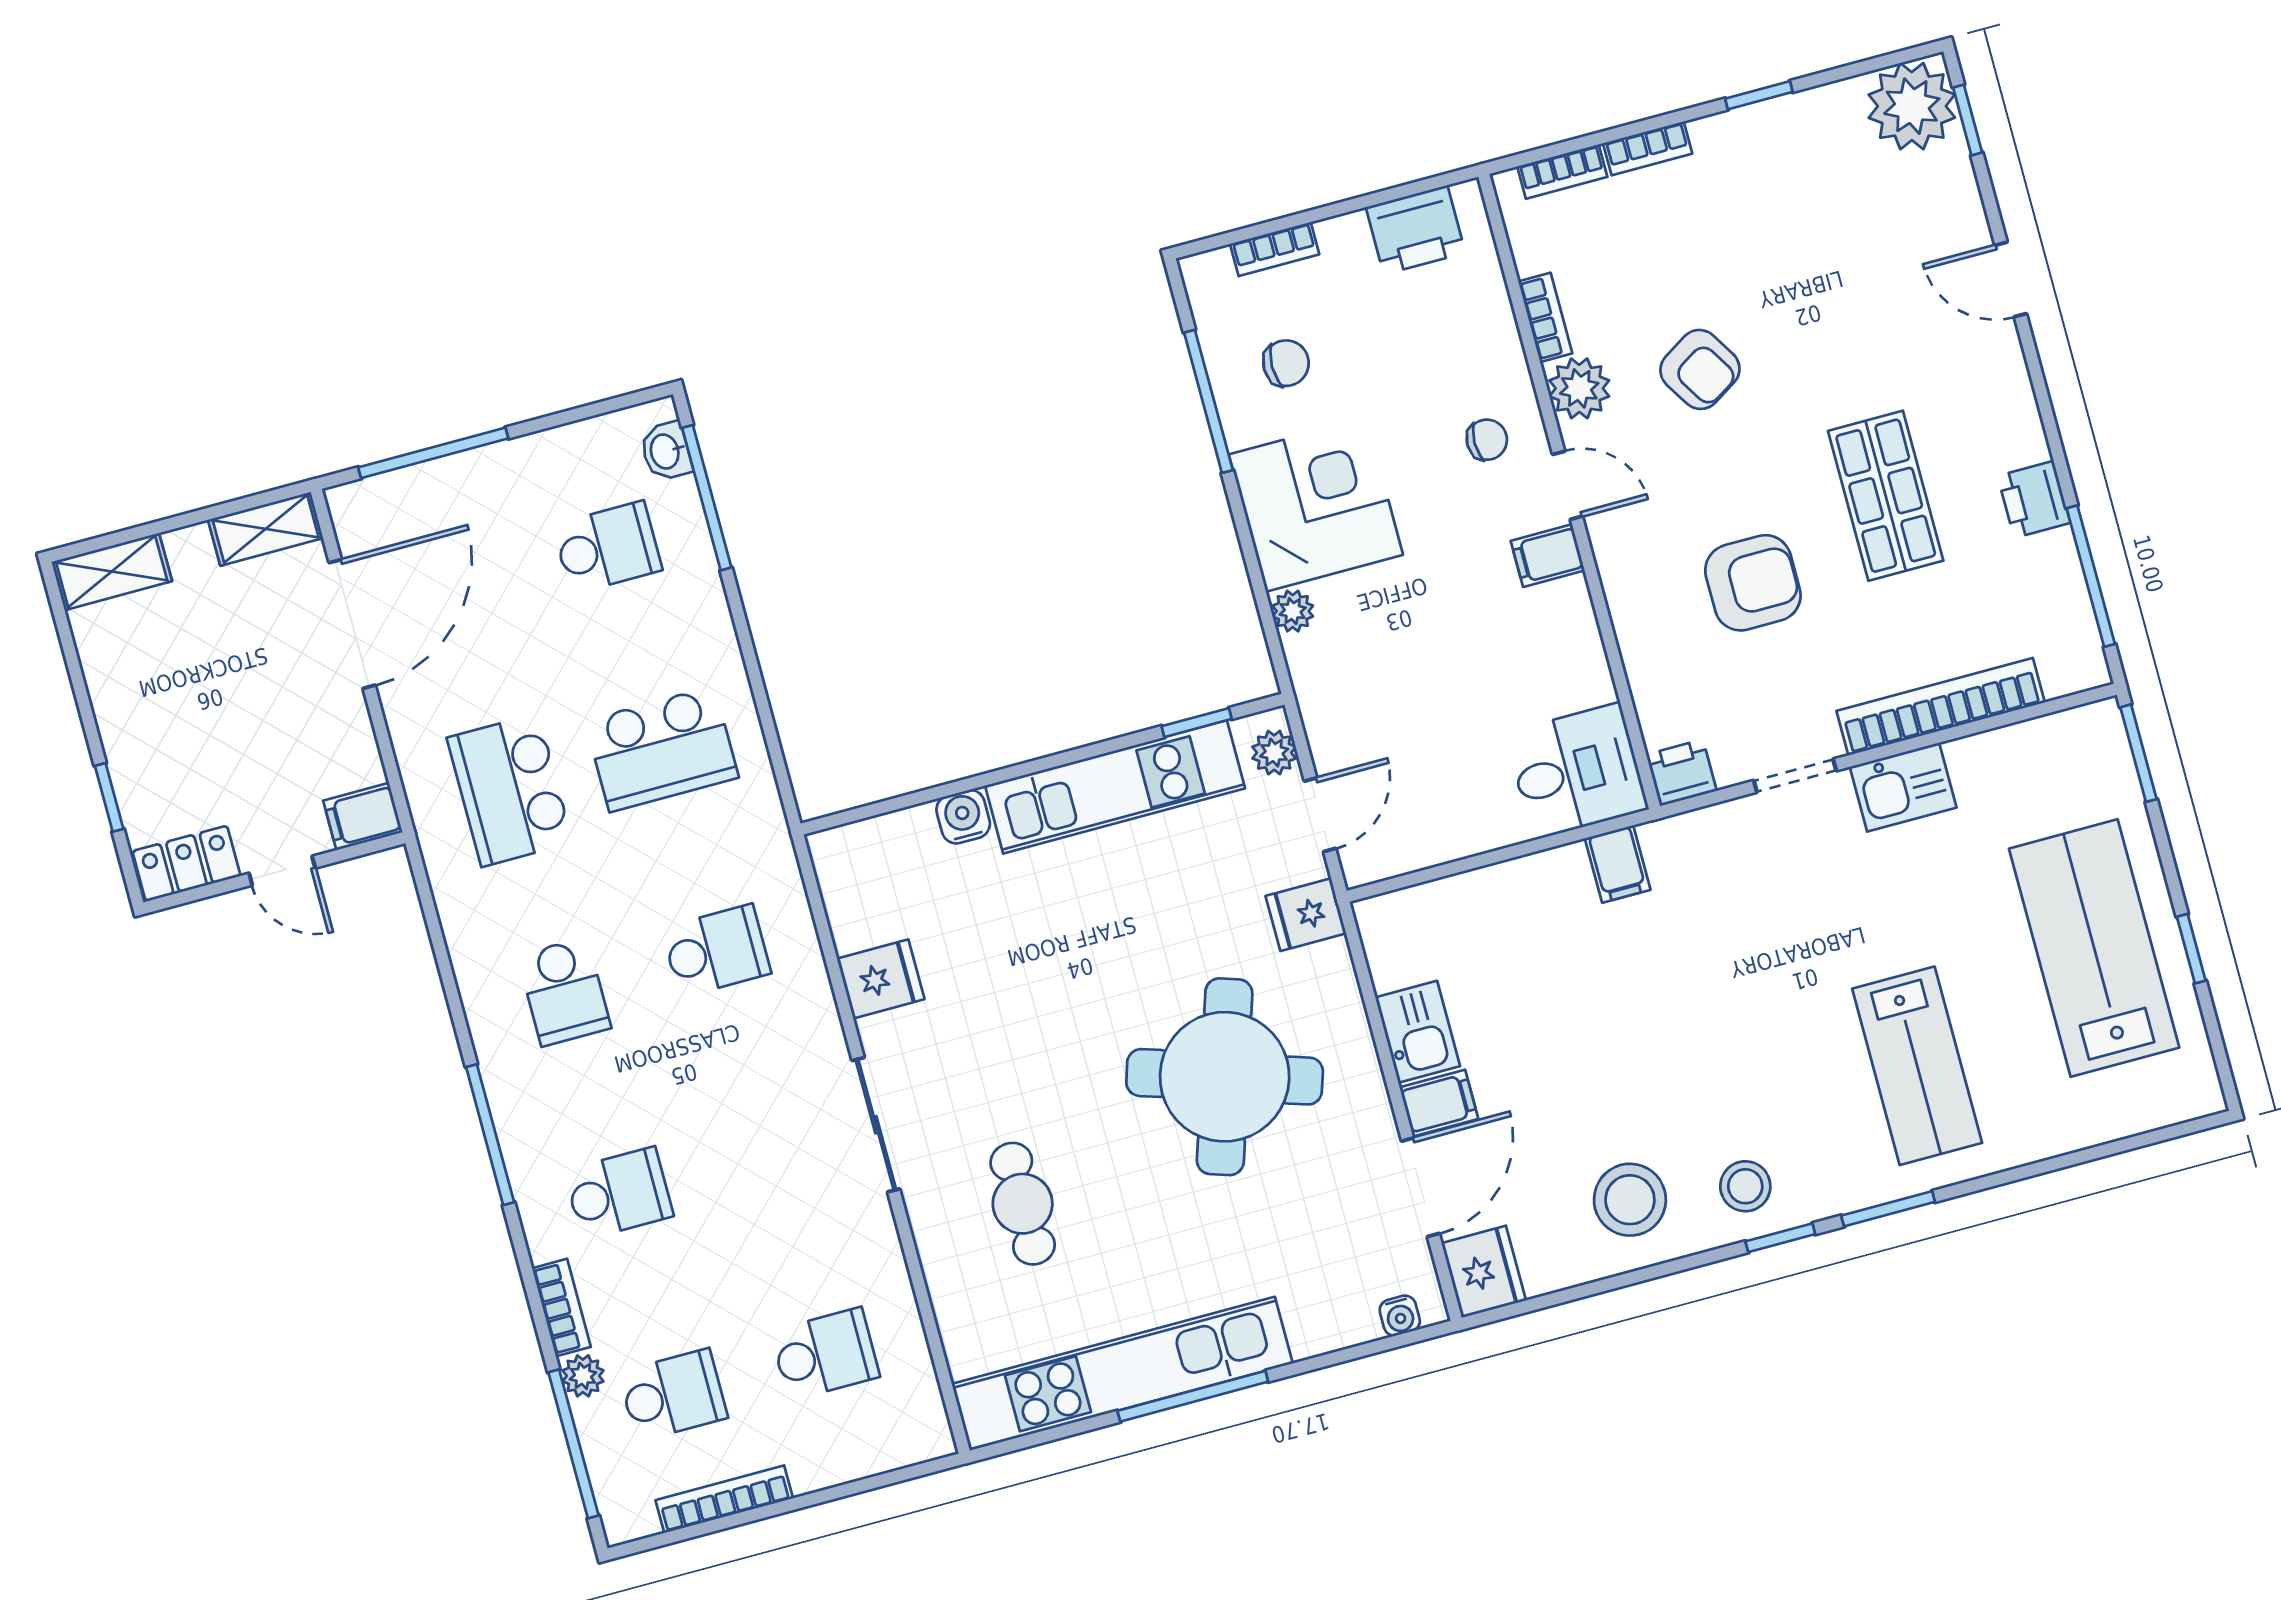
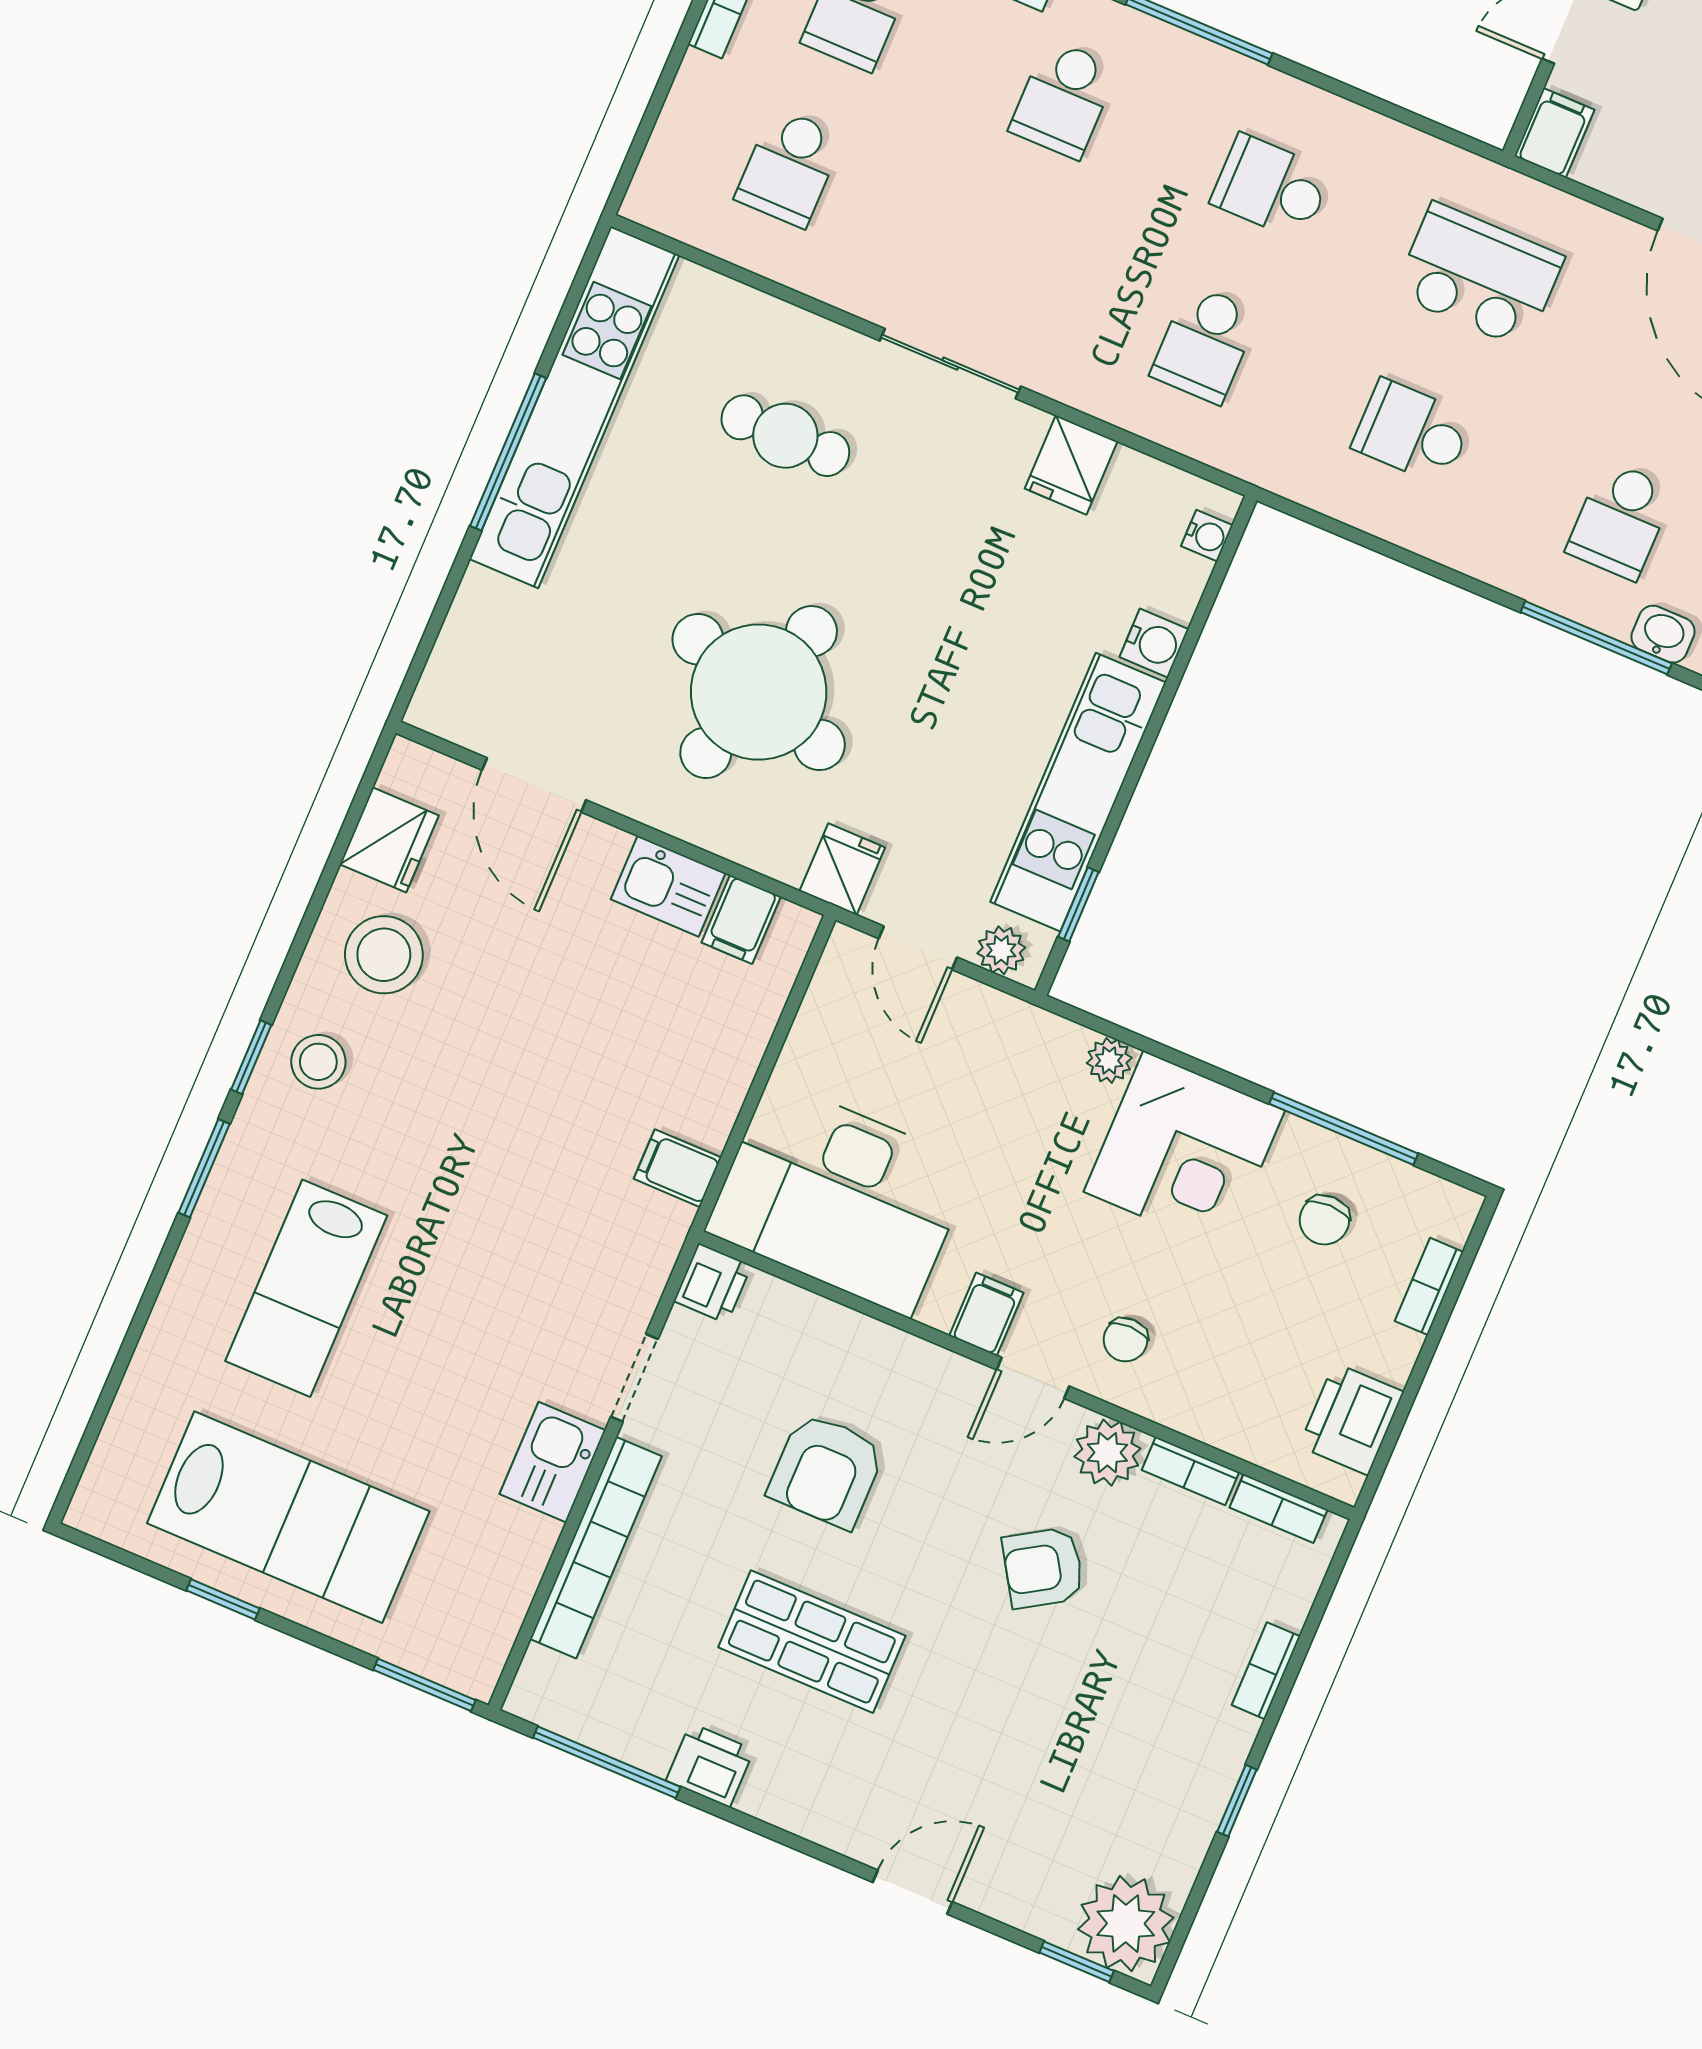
bookcase: (1562, 172) -> (1279, 1509), moved, turned -90
school desk: (662, 749) -> (1412, 432), width x0.54
desk: (1577, 771) -> (840, 1198), width x1.87, depth x1.30
lab bench: (1917, 1066) -> (306, 1288), turned -90
filing cabinet: (1439, 1103) -> (741, 919), moved
fridge: (1484, 1272) -> (389, 840), moved, turned -90
water cooler: (1400, 1316) -> (1207, 536), moved, turned 180

